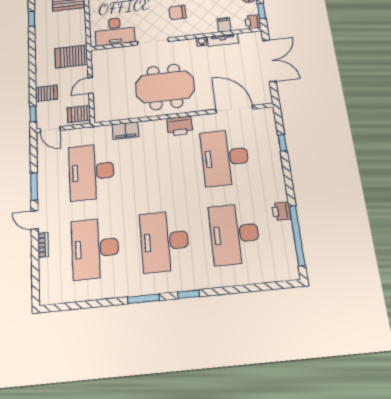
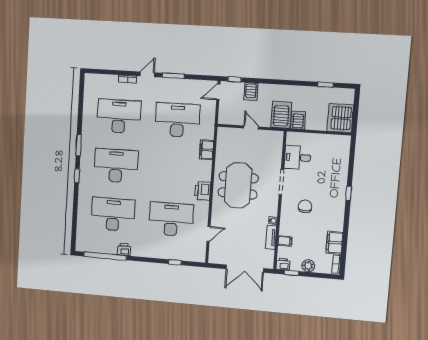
desk: (115, 31) -> (298, 157), width x0.73
door: (234, 109) -> (209, 234), width x0.53
server rack: (79, 114) -> (298, 120), moved

